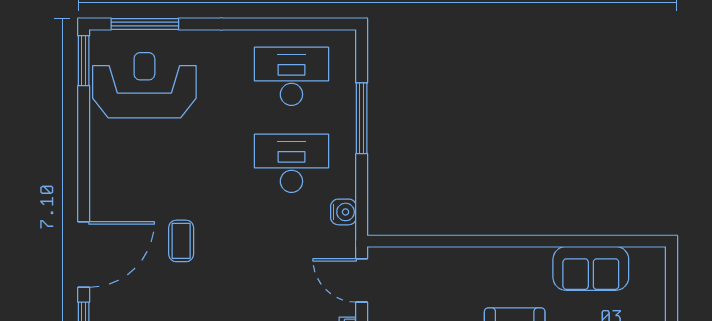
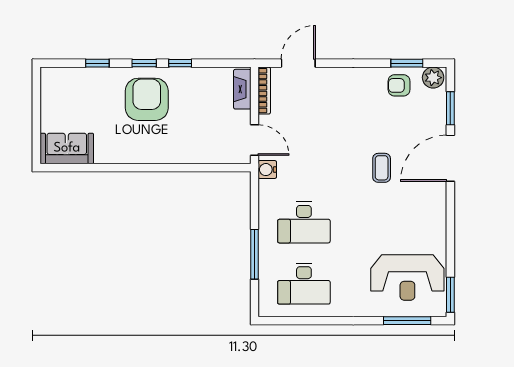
water cooler: (343, 212) -> (267, 170), moved
sofa: (591, 268) -> (67, 148), moved

